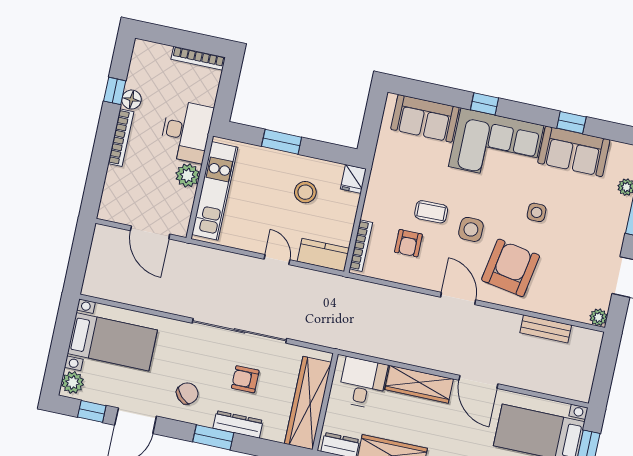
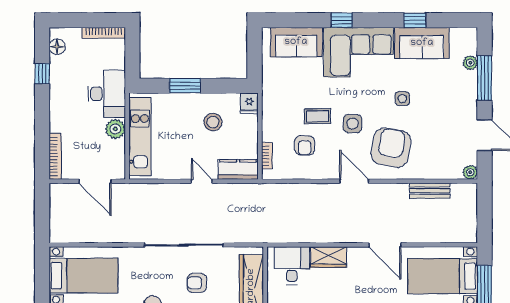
floor lamp: (131, 100) -> (57, 47), moved
bookcase: (121, 138) -> (55, 156), moved
bookcase: (361, 246) -> (267, 156), width x0.64
wardrobe: (419, 384) -> (329, 257), width x0.67

